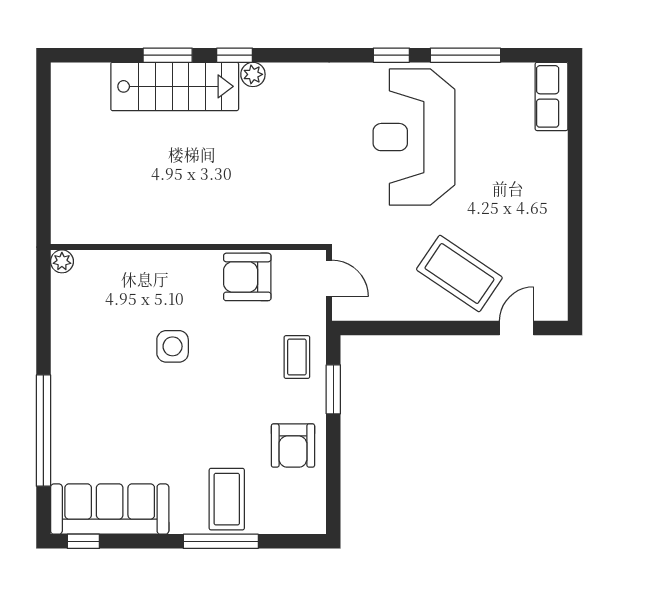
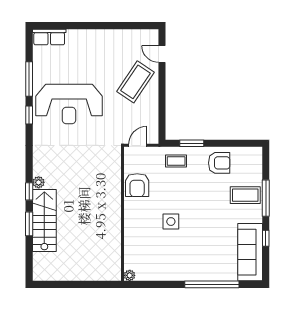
window: (83, 541) -> (266, 238), moved

